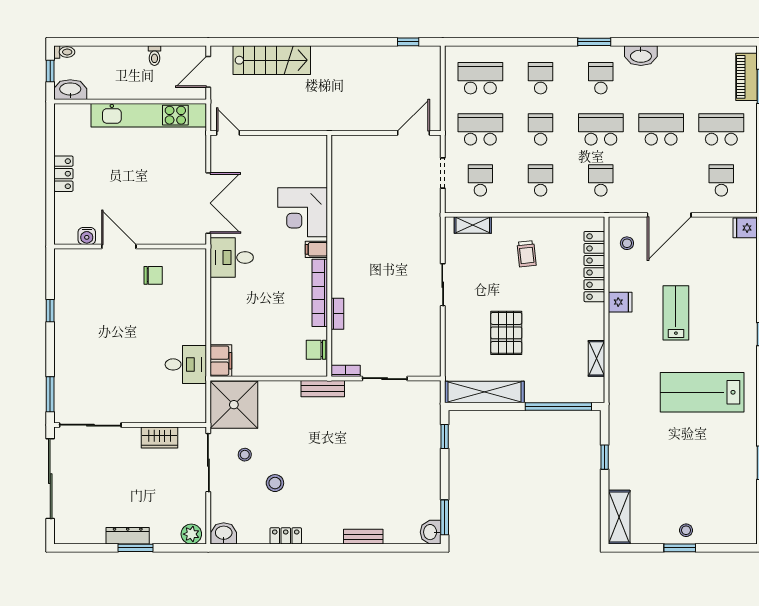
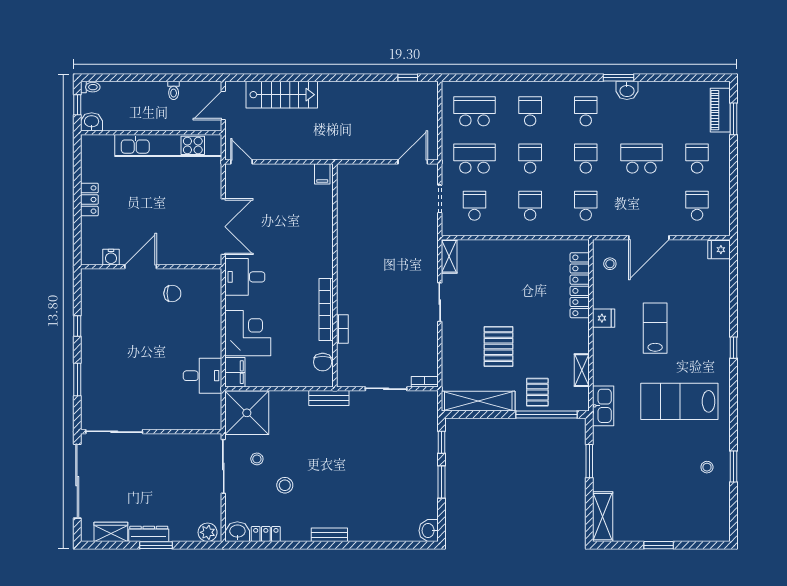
window: (594, 42) -> (618, 78), moved
washbasin: (641, 56) -> (627, 90), width x0.72
washbasin: (70, 90) -> (92, 122), width x0.72
school desk: (601, 129) -> (586, 159), width x0.54
school desk: (721, 129) -> (697, 159), width x0.54
corner desk: (303, 212) -> (248, 333), moved, turned 180
shelving: (473, 225) -> (449, 256), moved, turned 90
door: (119, 247) -> (141, 267), hinge flipped
filing cabinet: (316, 249) -> (322, 174), moved, turned -90
trolley: (527, 254) -> (517, 273), removed
chair: (316, 350) -> (323, 362), turned -90
bookcase: (346, 371) -> (425, 382), moved
pallet: (548, 382) -> (537, 392), added
window: (50, 394) -> (77, 380), moved
kitchen sink: (620, 397) -> (603, 406), added
wardrobe: (159, 437) -> (111, 532), moved, turned 180
window: (605, 457) -> (589, 461), width x1.50
window: (445, 517) -> (441, 482), moved
stool: (686, 530) -> (707, 467), moved
locker: (286, 536) -> (266, 534), moved
bench: (363, 537) -> (329, 535), moved

